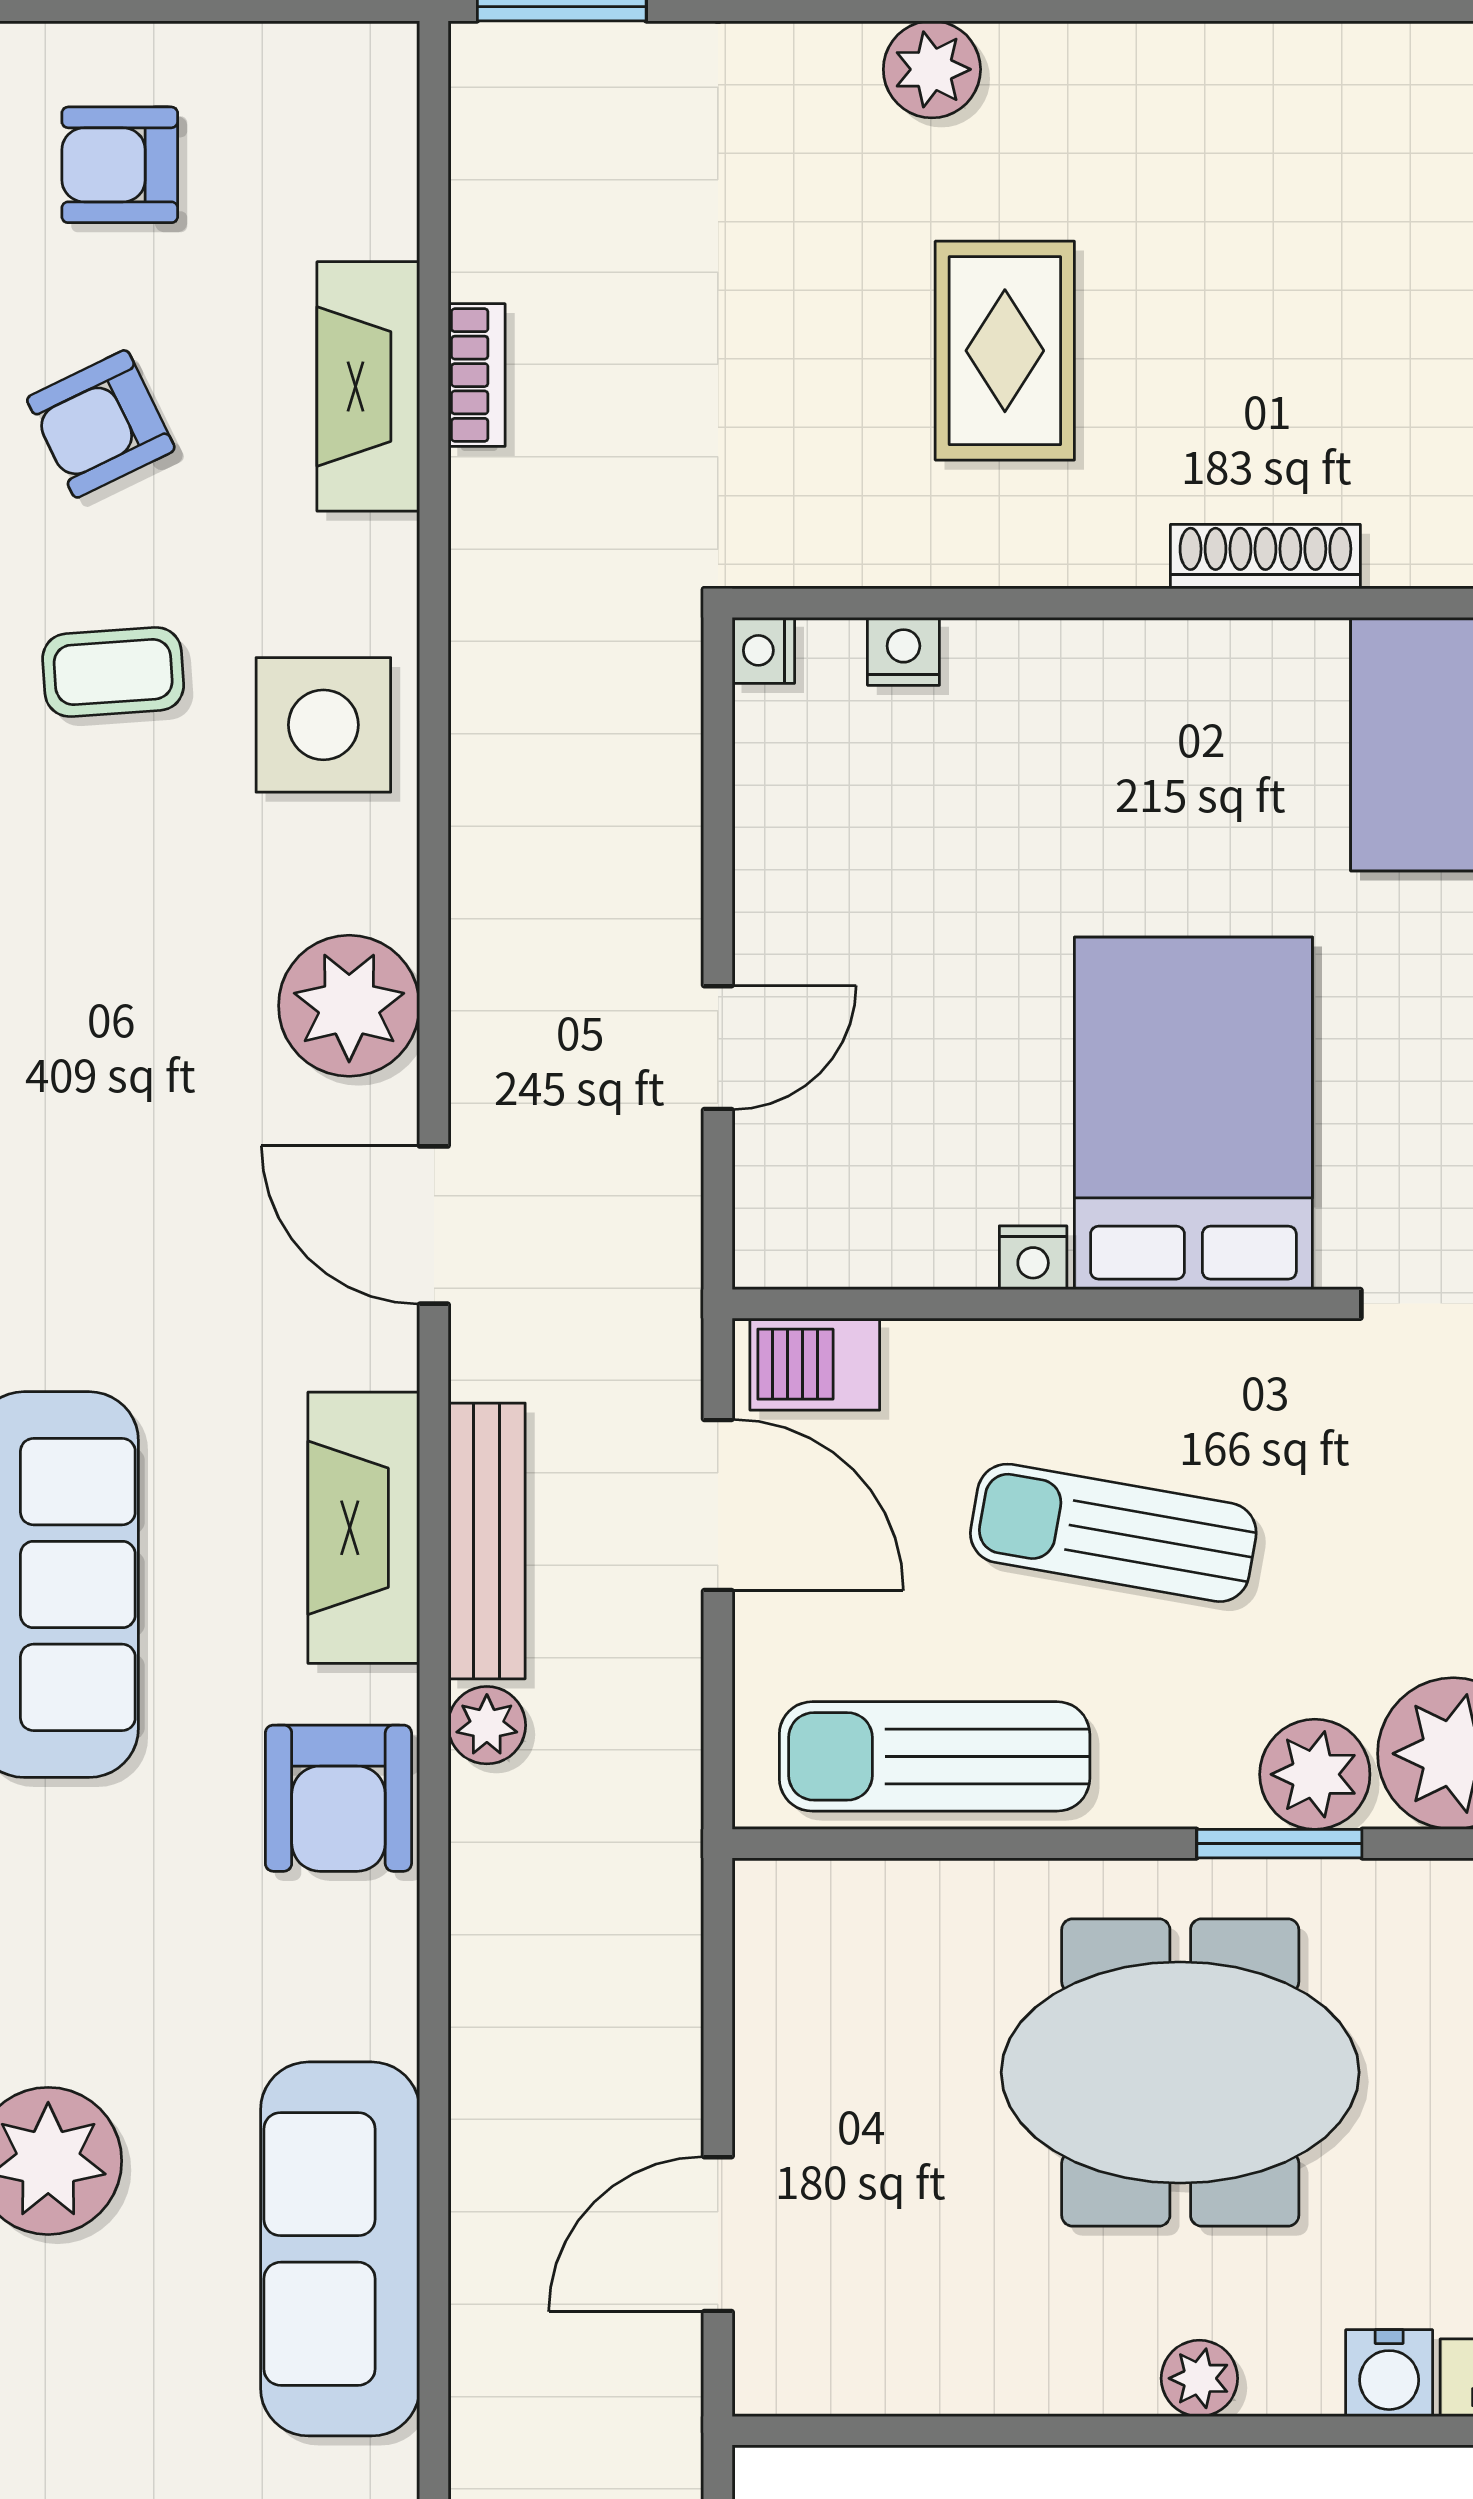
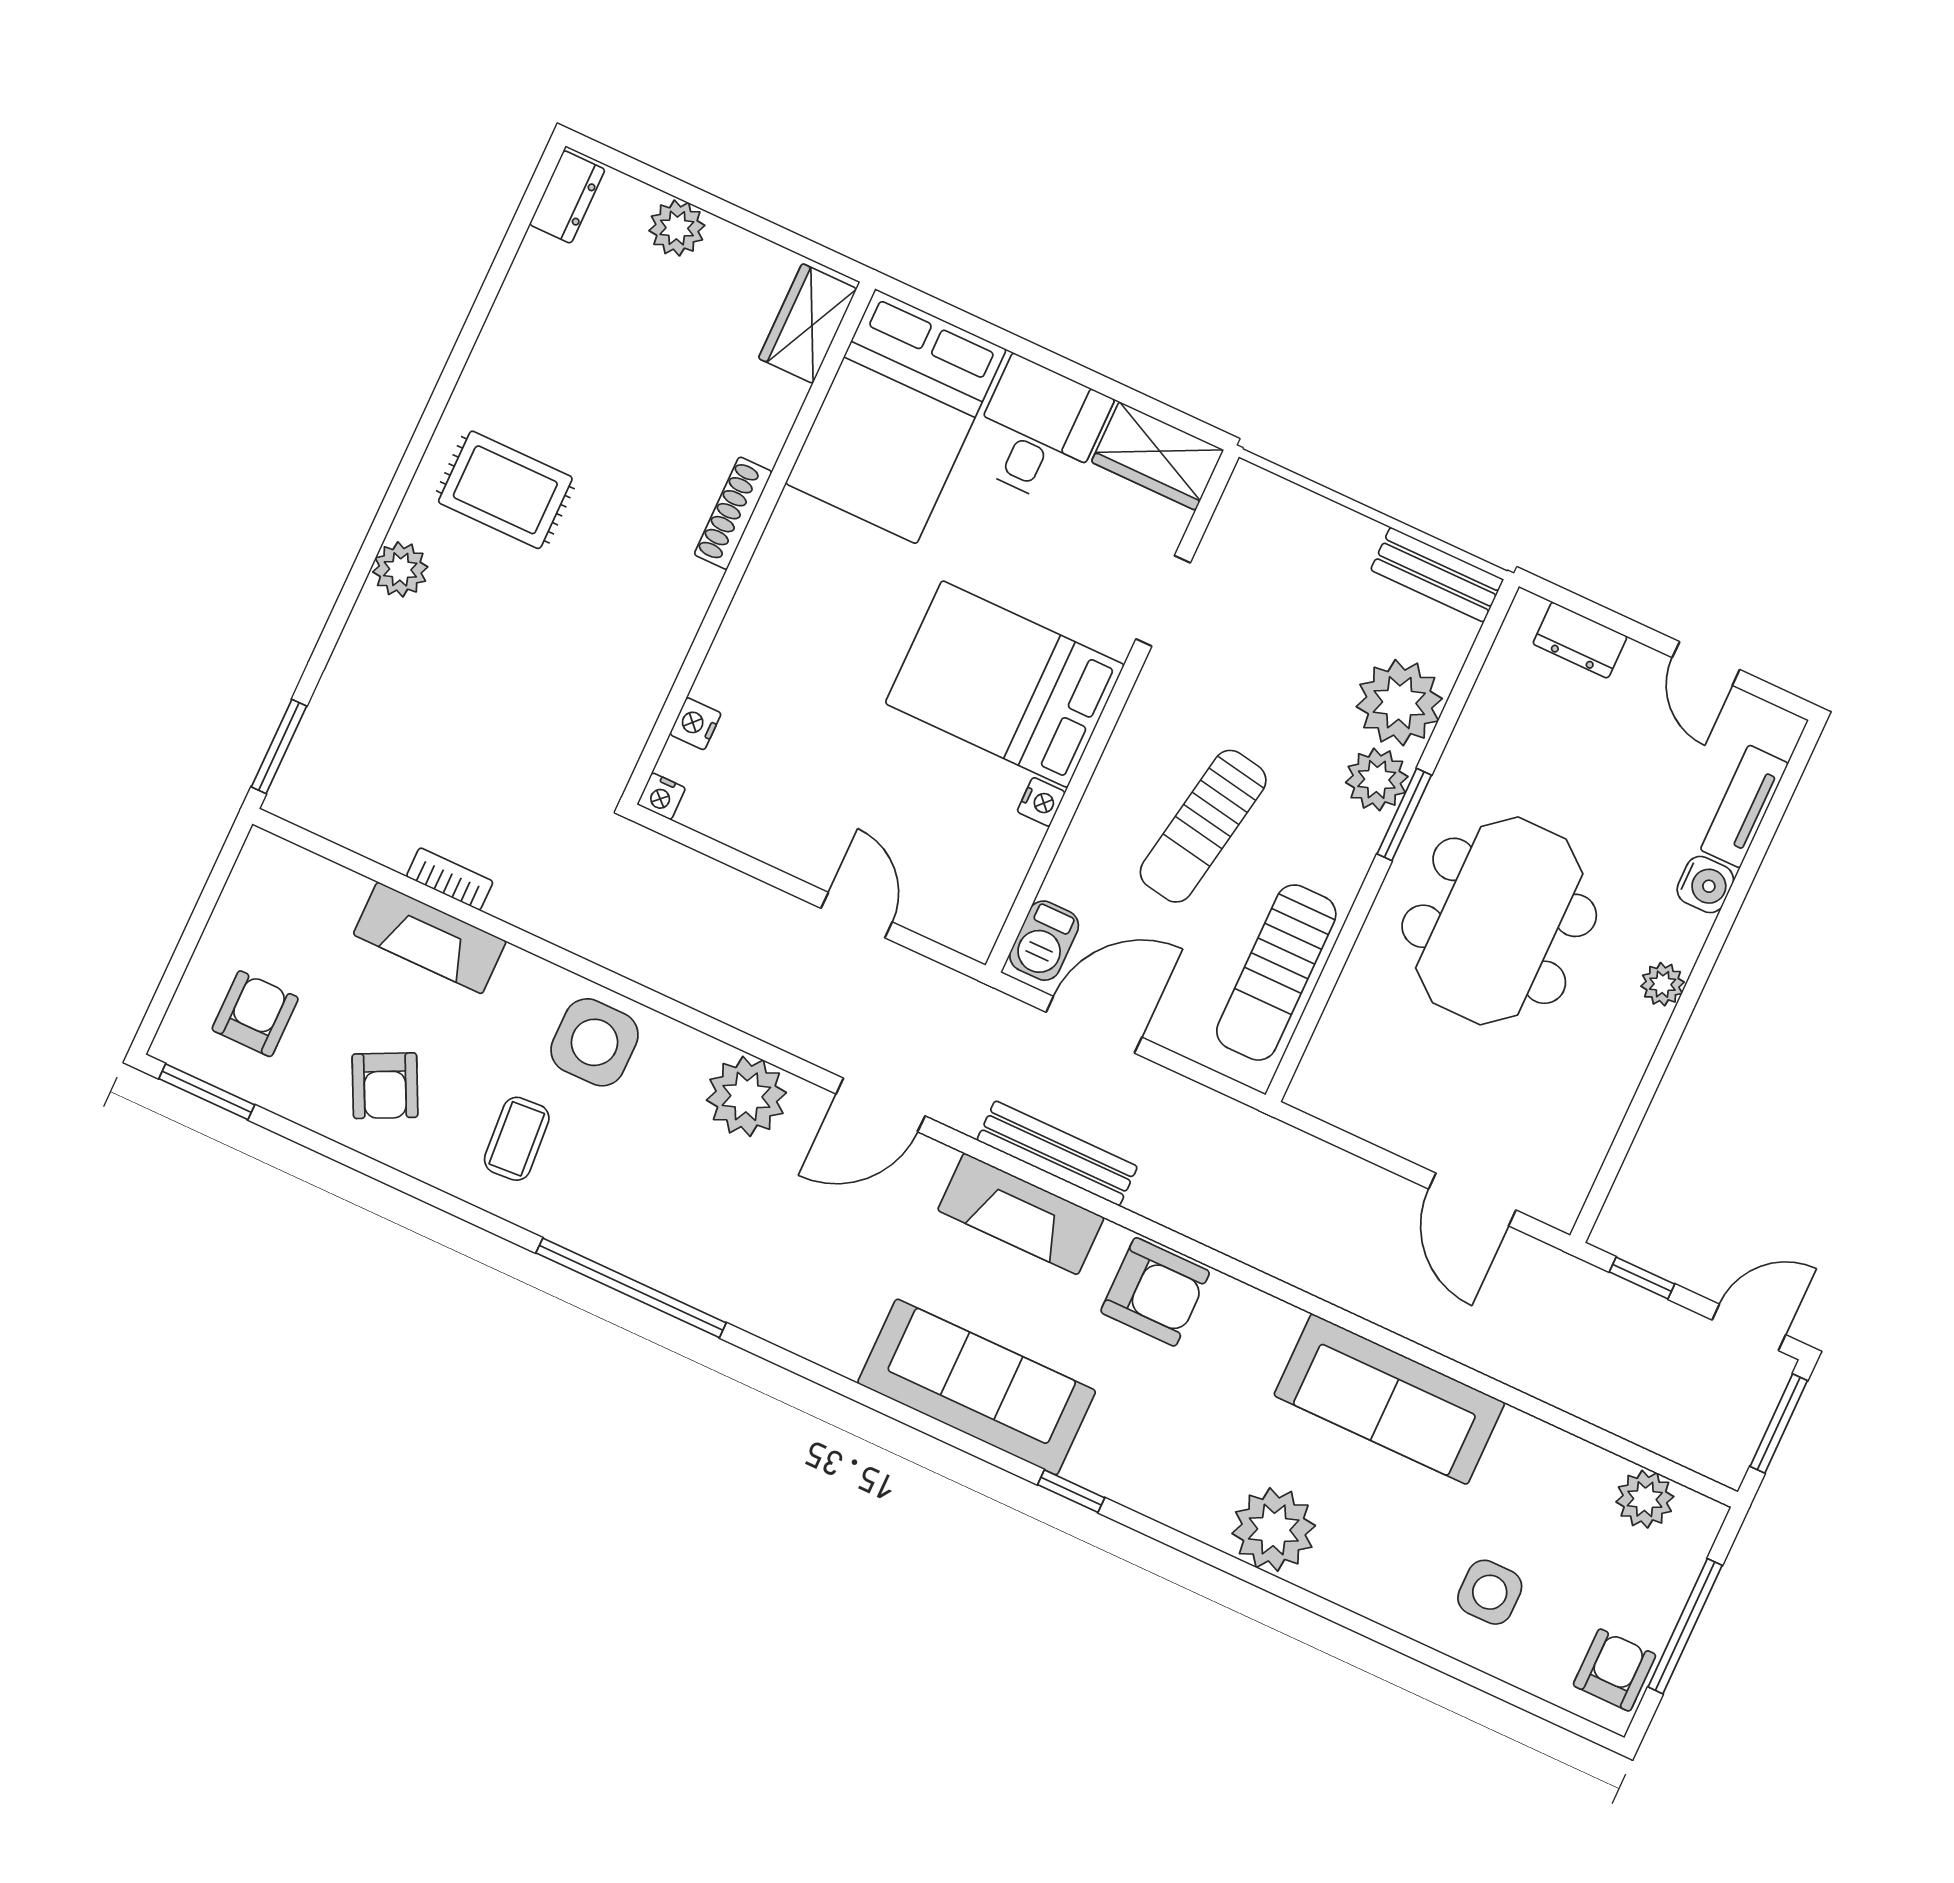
armchair: (120, 165) -> (255, 1014), turned 180
rug: (1005, 351) -> (505, 490), moved
plant: (487, 1725) -> (1153, 1197), removed

